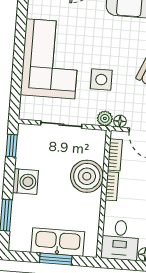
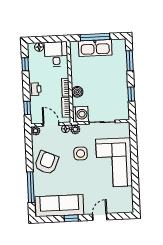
window: (12, 146) -> (131, 94), moved
boiler: (87, 176) -> (77, 92), width x0.54, depth x0.54
washing machine: (25, 182) -> (80, 114), moved, turned 180
window: (56, 259) -> (95, 37), width x1.44

